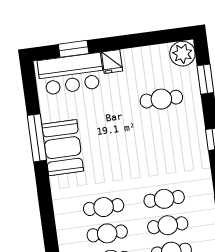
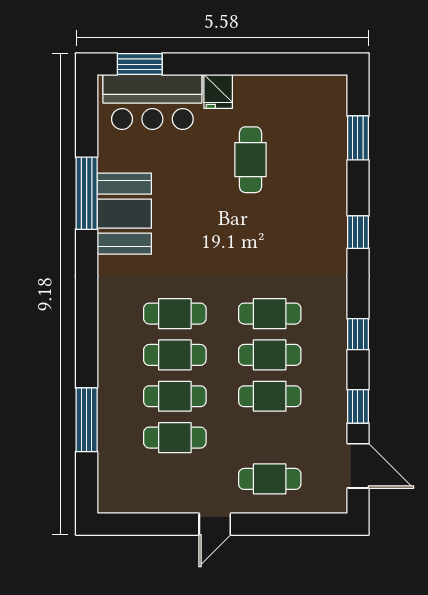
window: (74, 49) -> (140, 64), moved
plant: (182, 54) -> (328, 94), removed
cafe table: (161, 99) -> (250, 160), moved, turned 90

